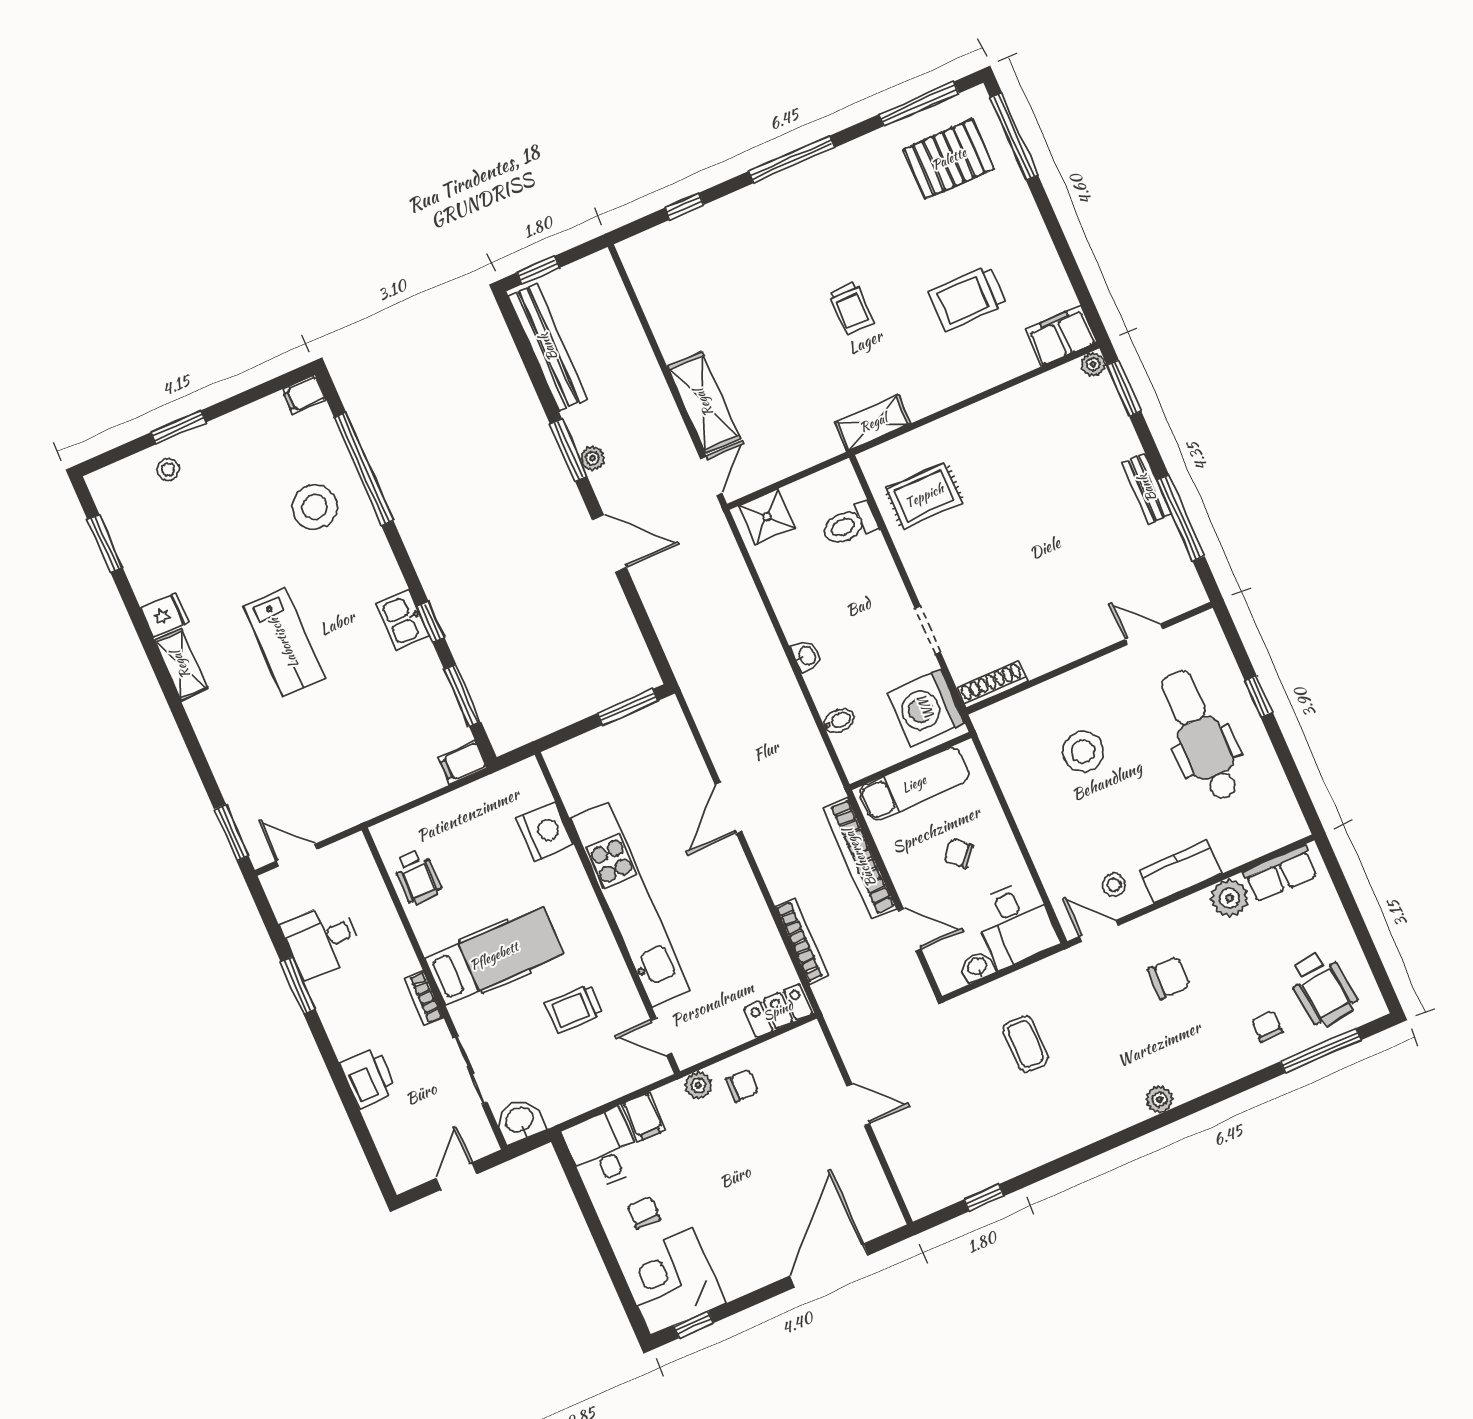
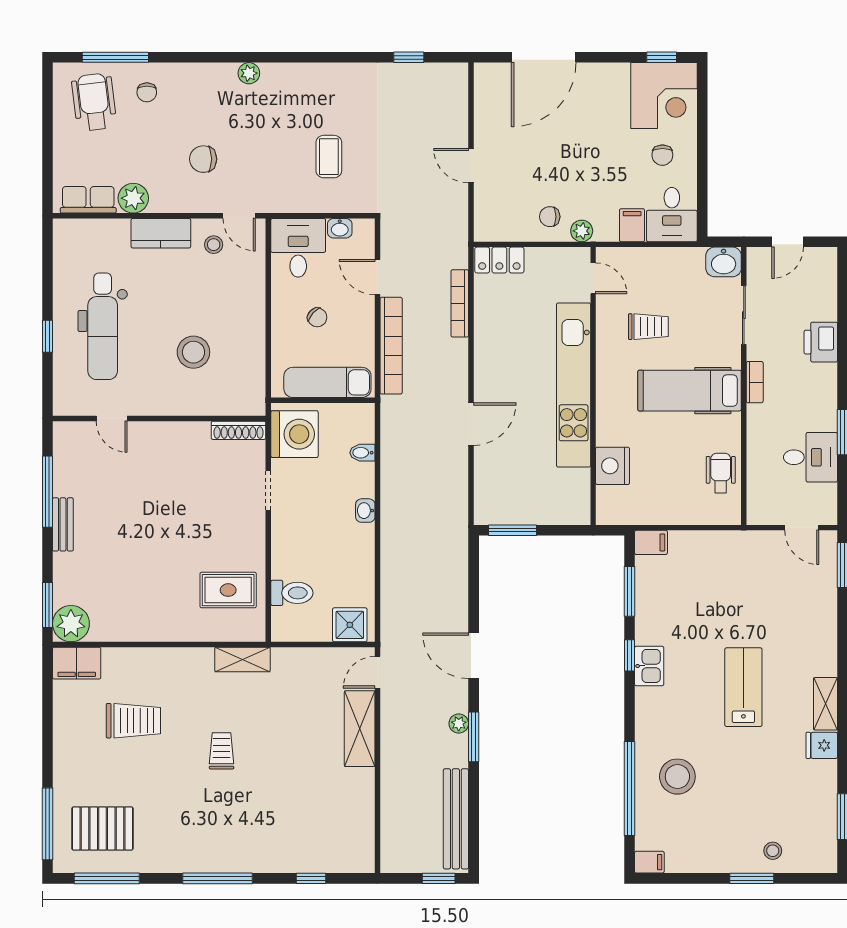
plant: (1093, 364) -> (71, 624), width x1.88, depth x1.88

